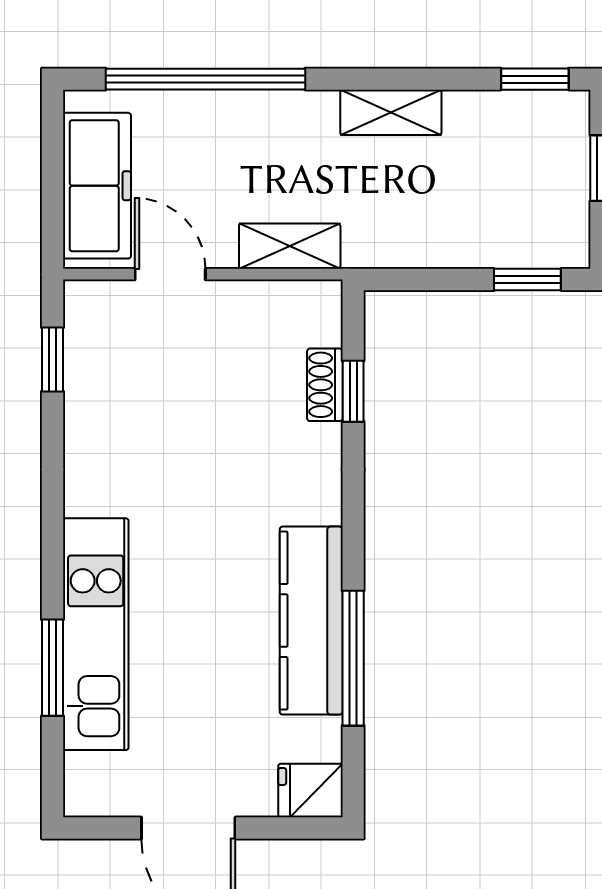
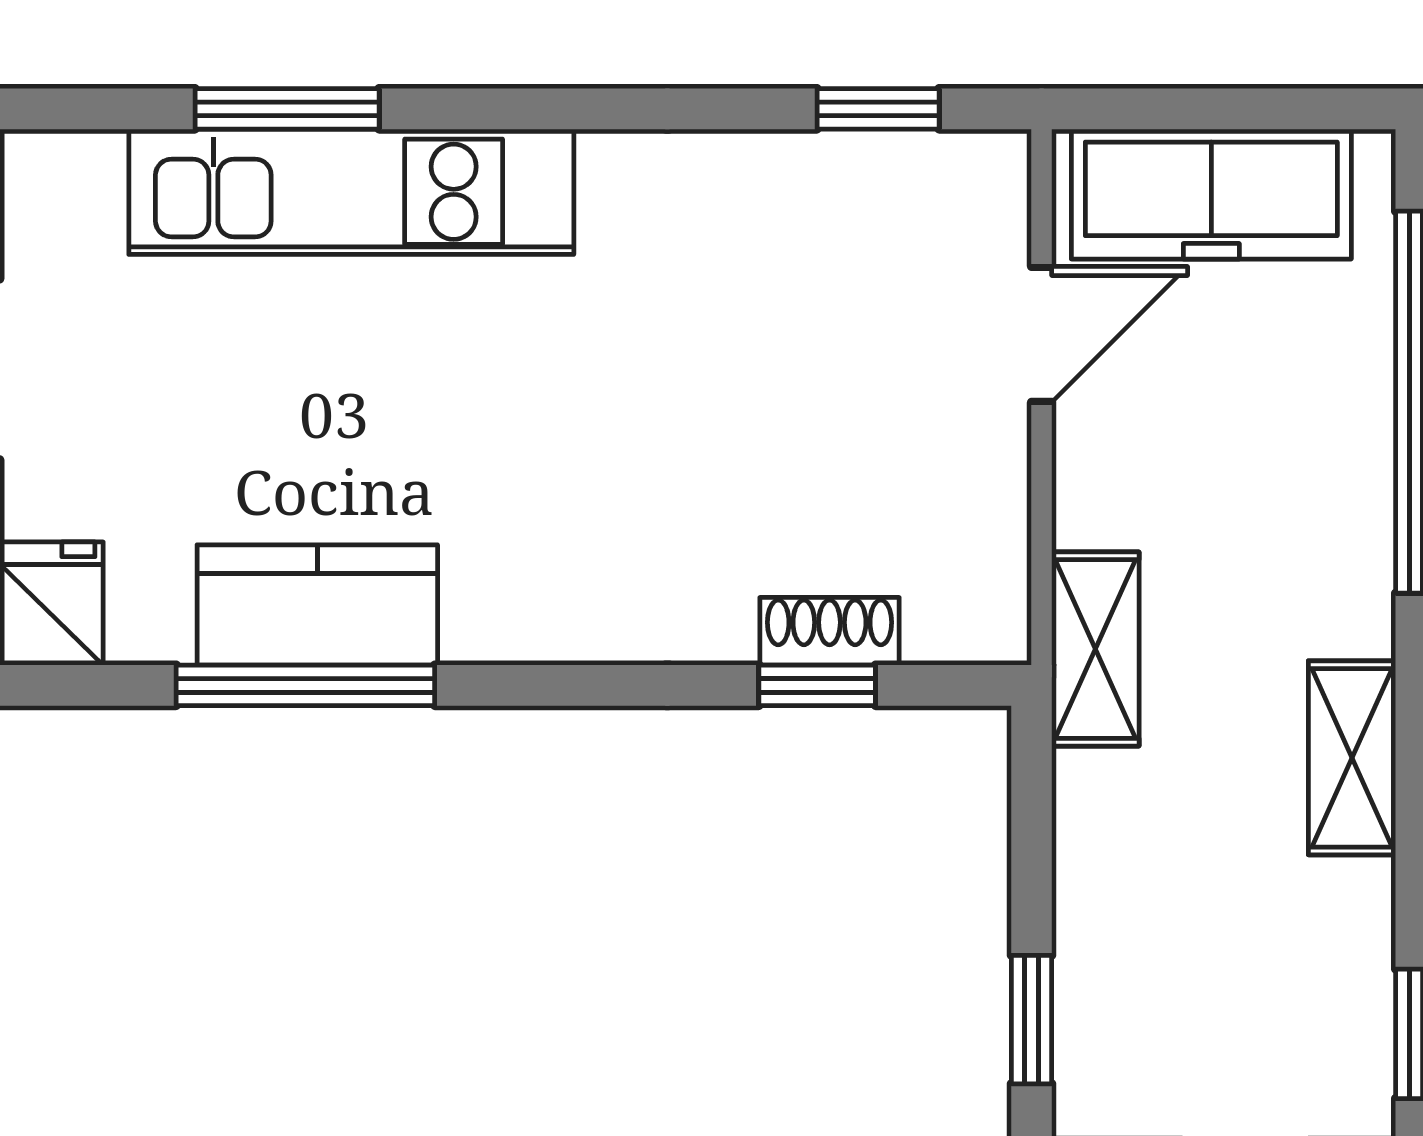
shelving: (290, 246) -> (1095, 649), moved
kitchen counter: (311, 621) -> (317, 605), width x0.67

